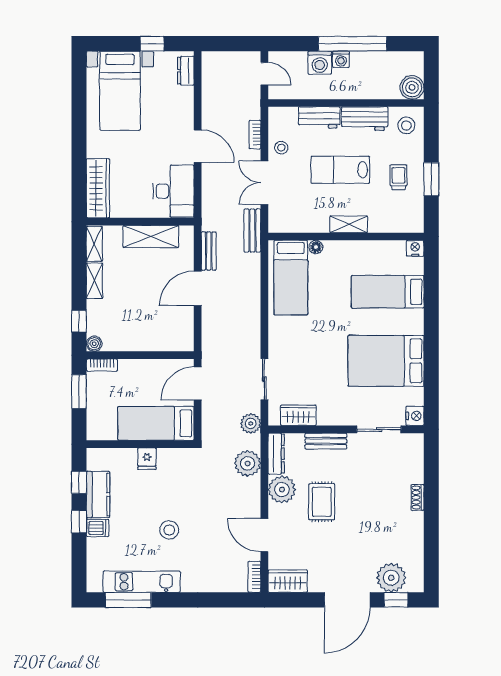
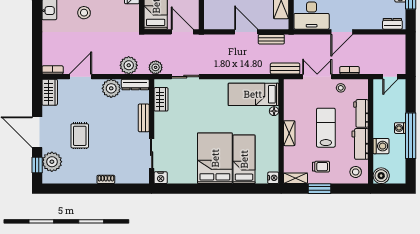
washing machine: (320, 63) -> (381, 146), moved, turned 180
shelving: (416, 215) -> (295, 178), added
bed: (386, 361) -> (215, 158), moved
rug: (322, 502) -> (80, 136), moved, turned 90

